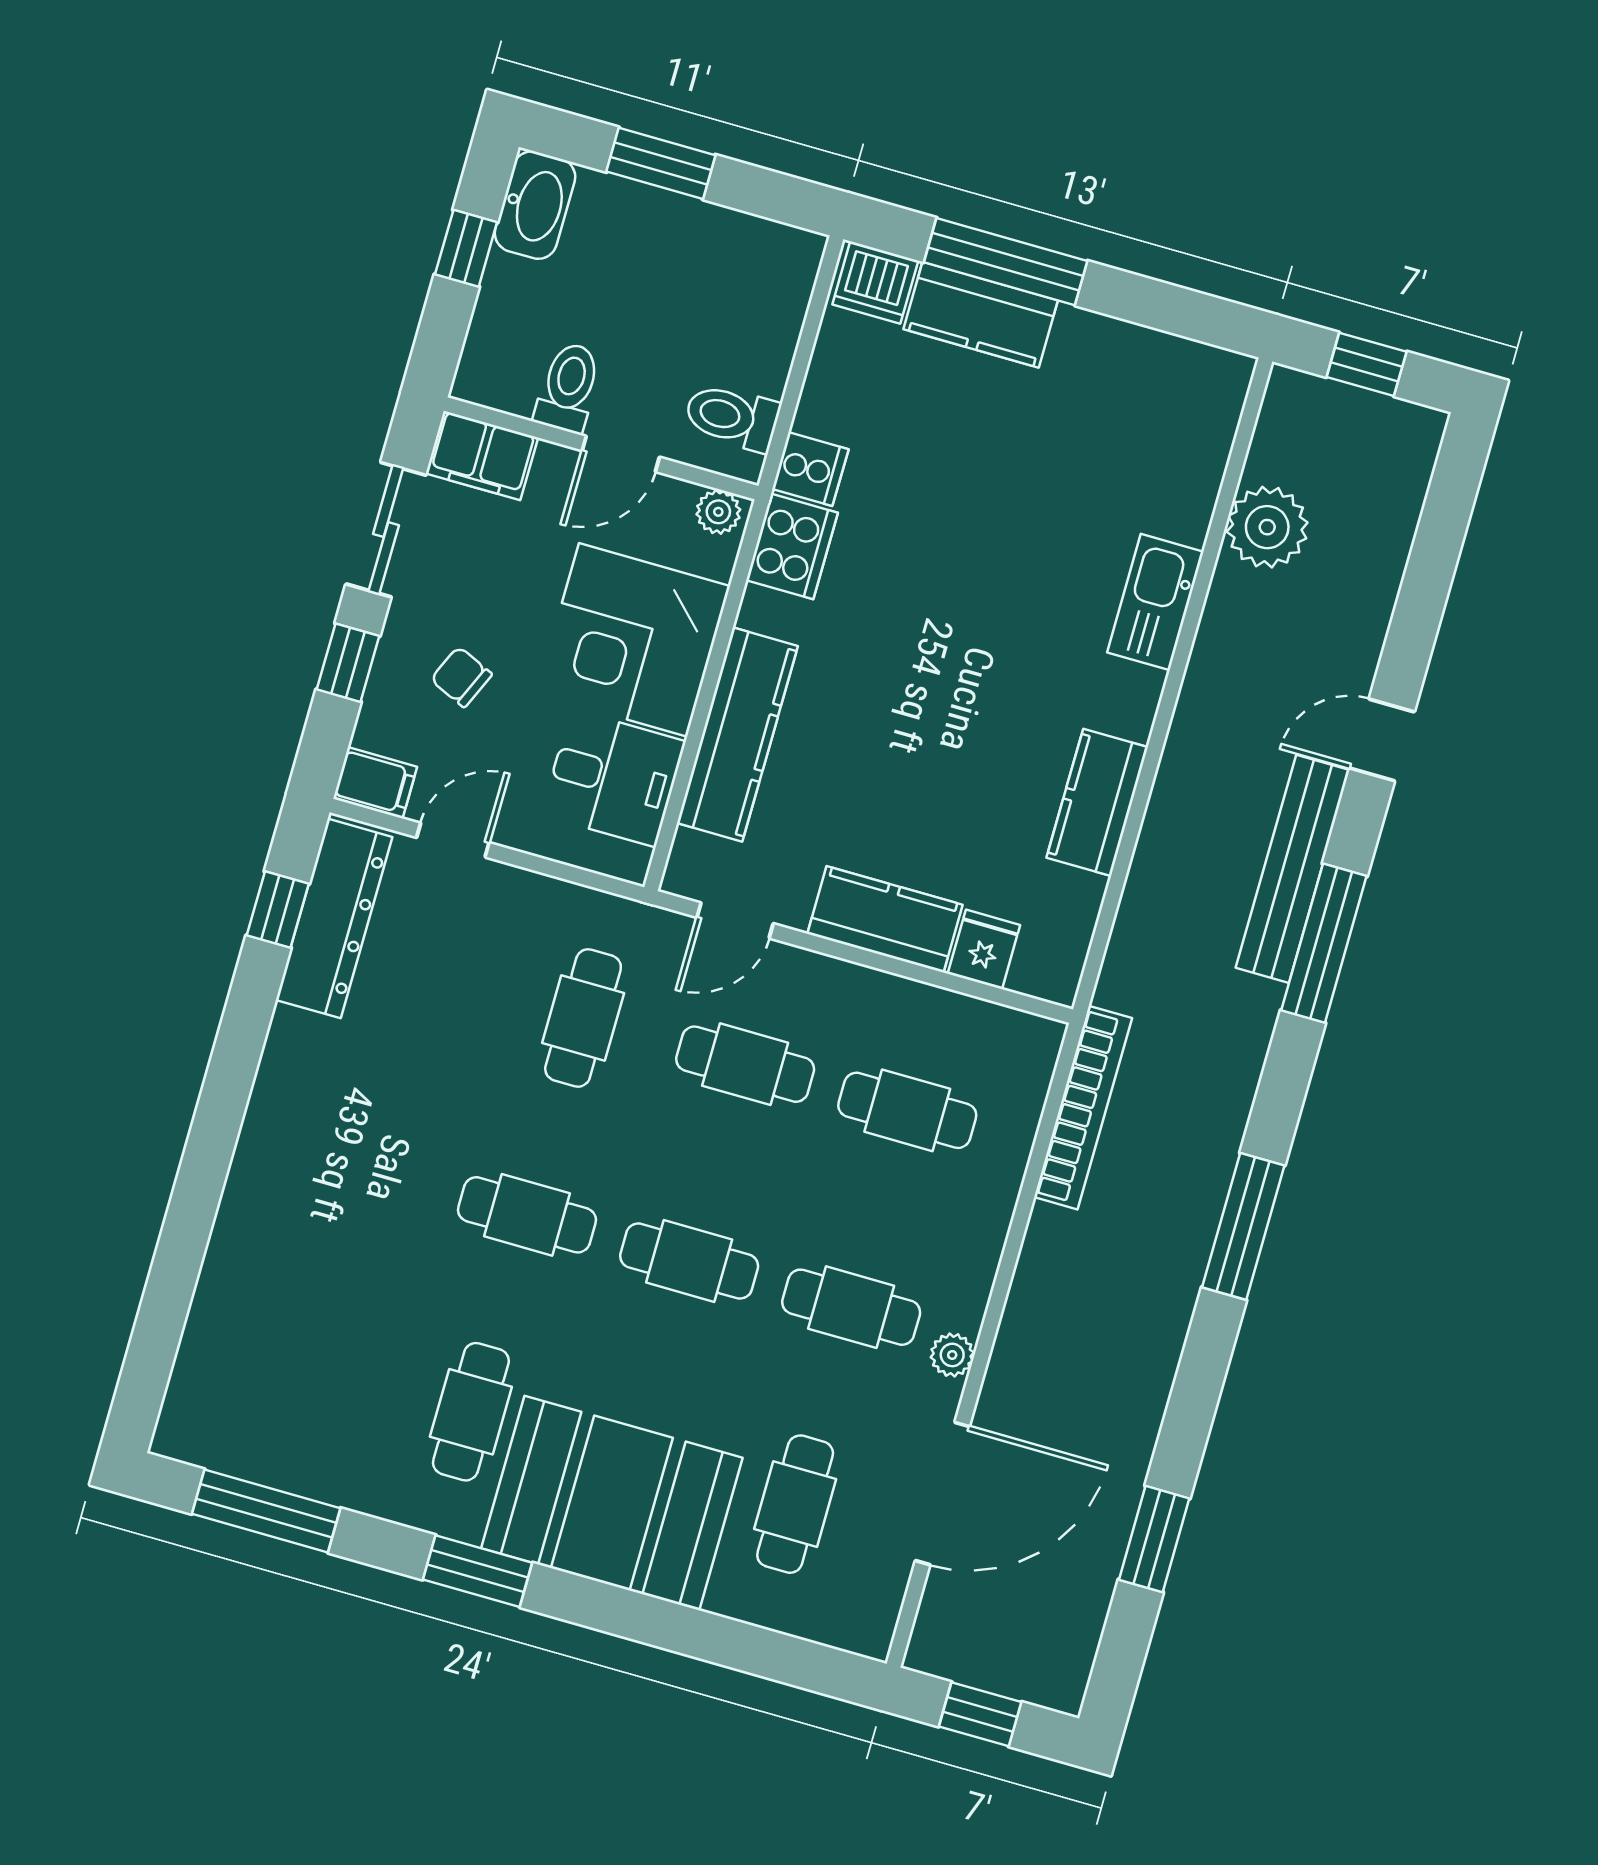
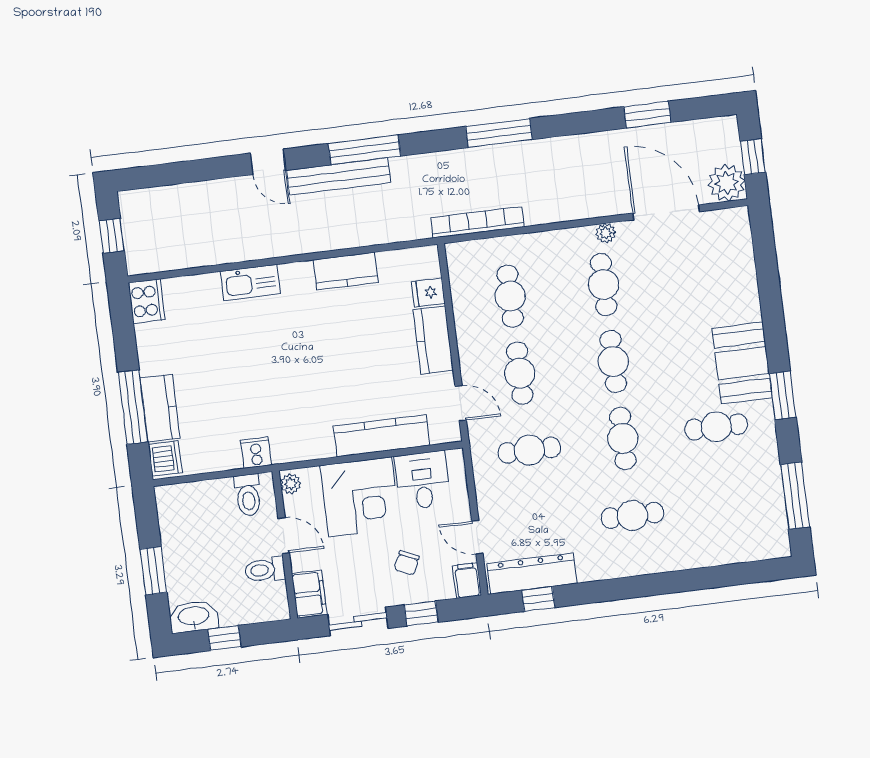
plant: (1267, 527) -> (727, 183), moved
cooker: (792, 546) -> (147, 301), moved, turned 90
booth: (612, 1503) -> (742, 363), width x0.73, depth x0.70
cafe table: (795, 1504) -> (632, 515), moved

